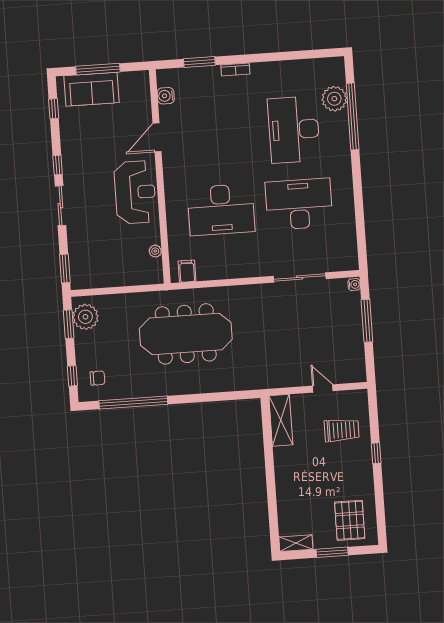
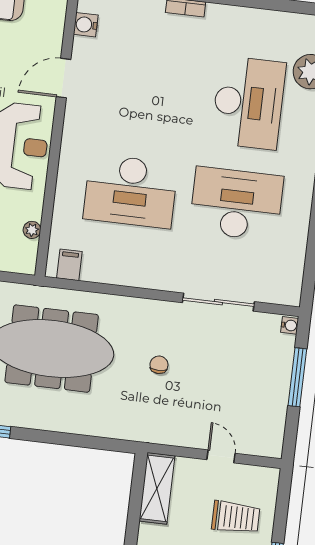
desk: (294, 130) -> (248, 103), turned 180
chair: (265, 331) -> (159, 365), added

